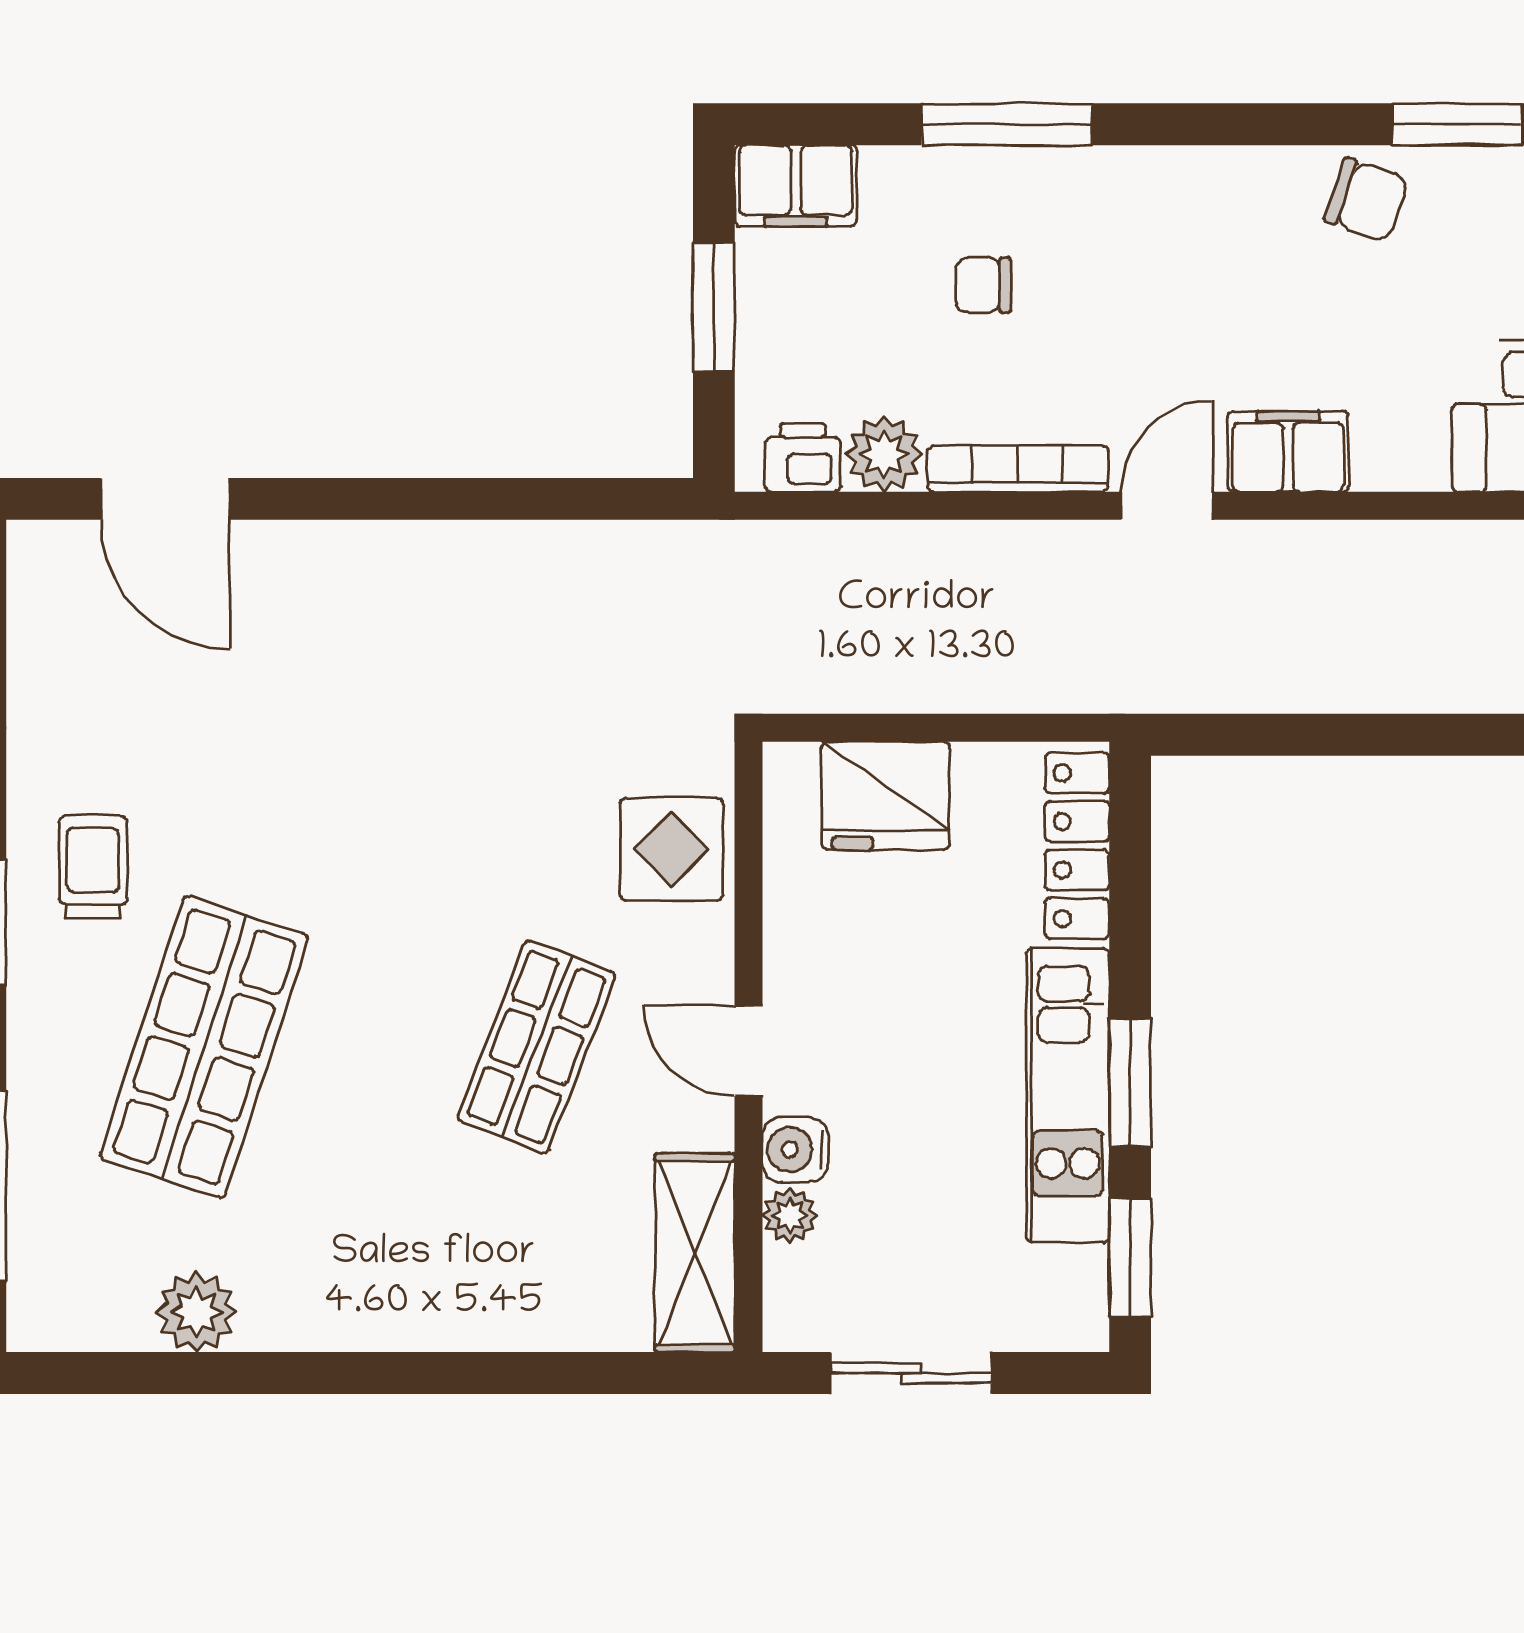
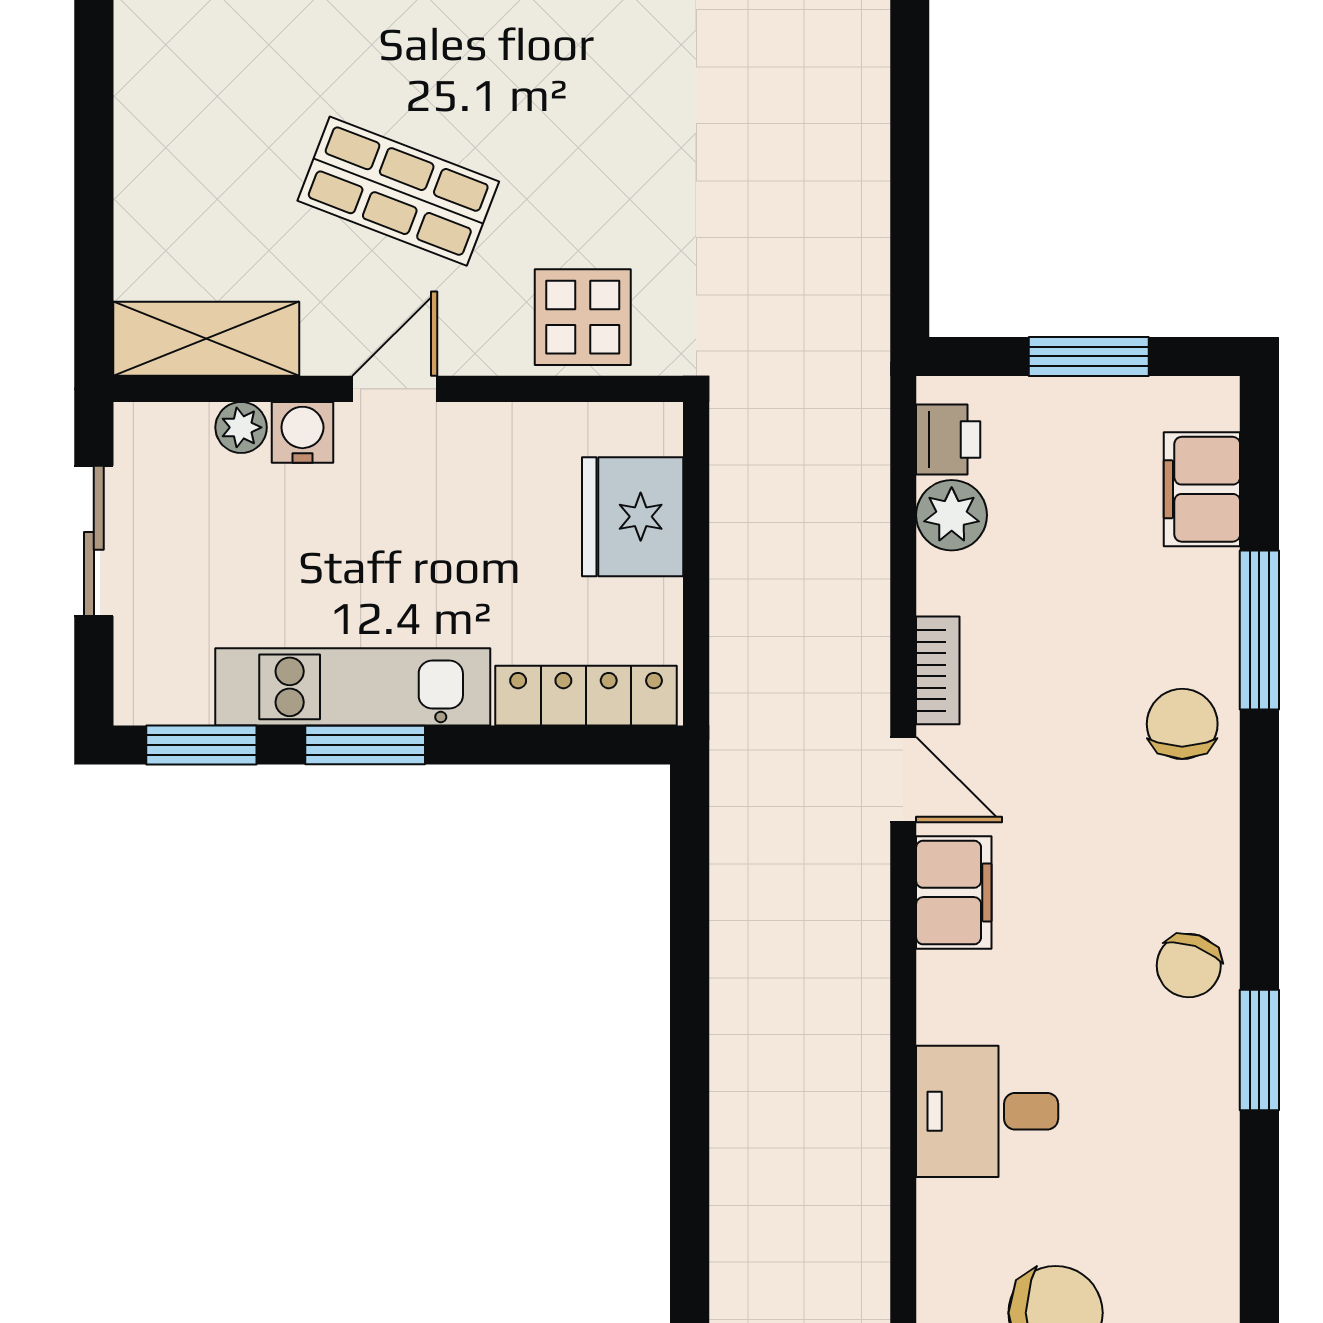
filing cabinet: (796, 186) -> (1202, 489), moved
chair: (983, 285) -> (1182, 724), moved, width x1.37, depth x1.37
bookcase: (1018, 469) -> (938, 670), width x0.64

